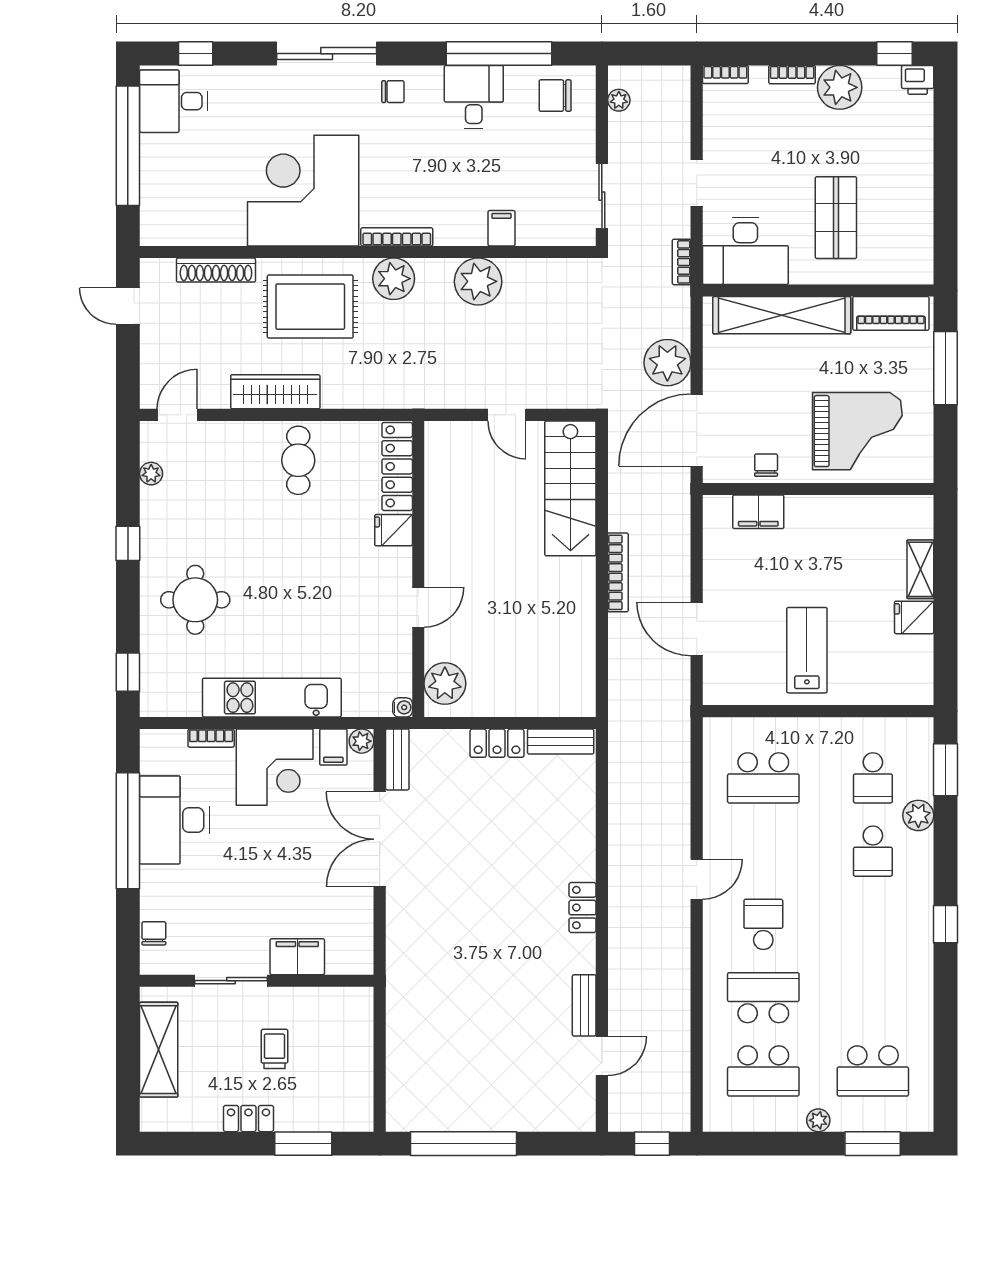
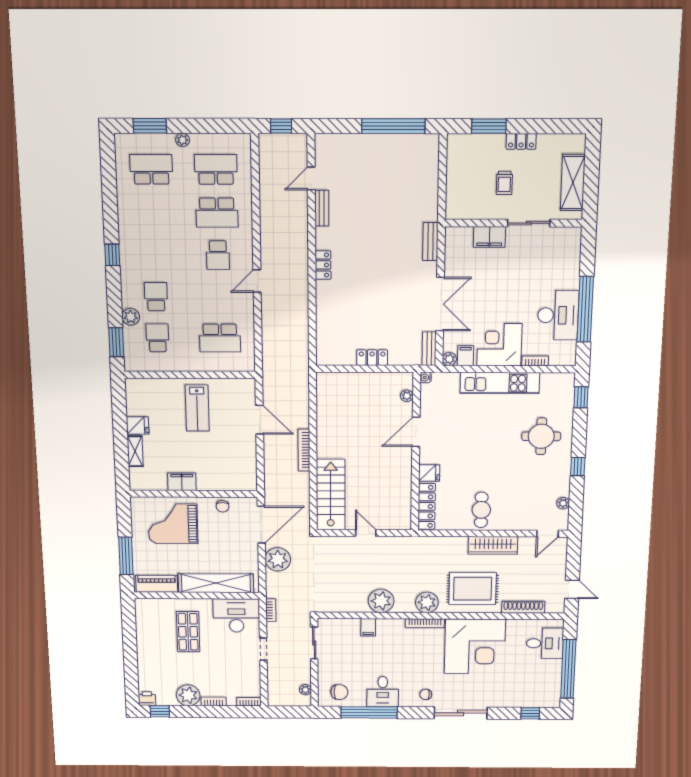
desk: (174, 101) -> (545, 643), moved
filing cabinet: (758, 512) -> (182, 482), moved
door: (418, 607) -> (416, 432), width x1.38
plant: (445, 684) -> (407, 396), width x0.53, depth x0.53
bench: (561, 742) -> (430, 242), moved, turned 90
school desk: (763, 778) -> (220, 338), turned 180
chair: (154, 933) -> (573, 251), removed

